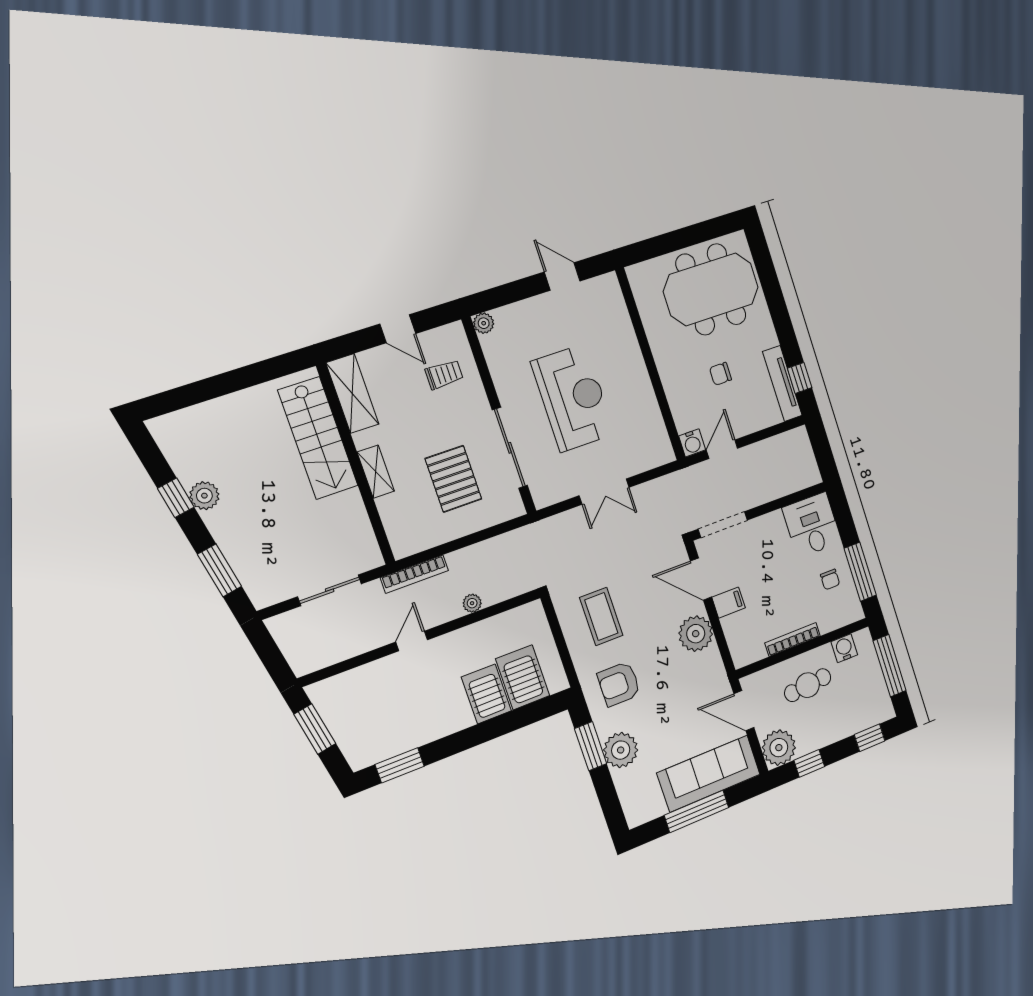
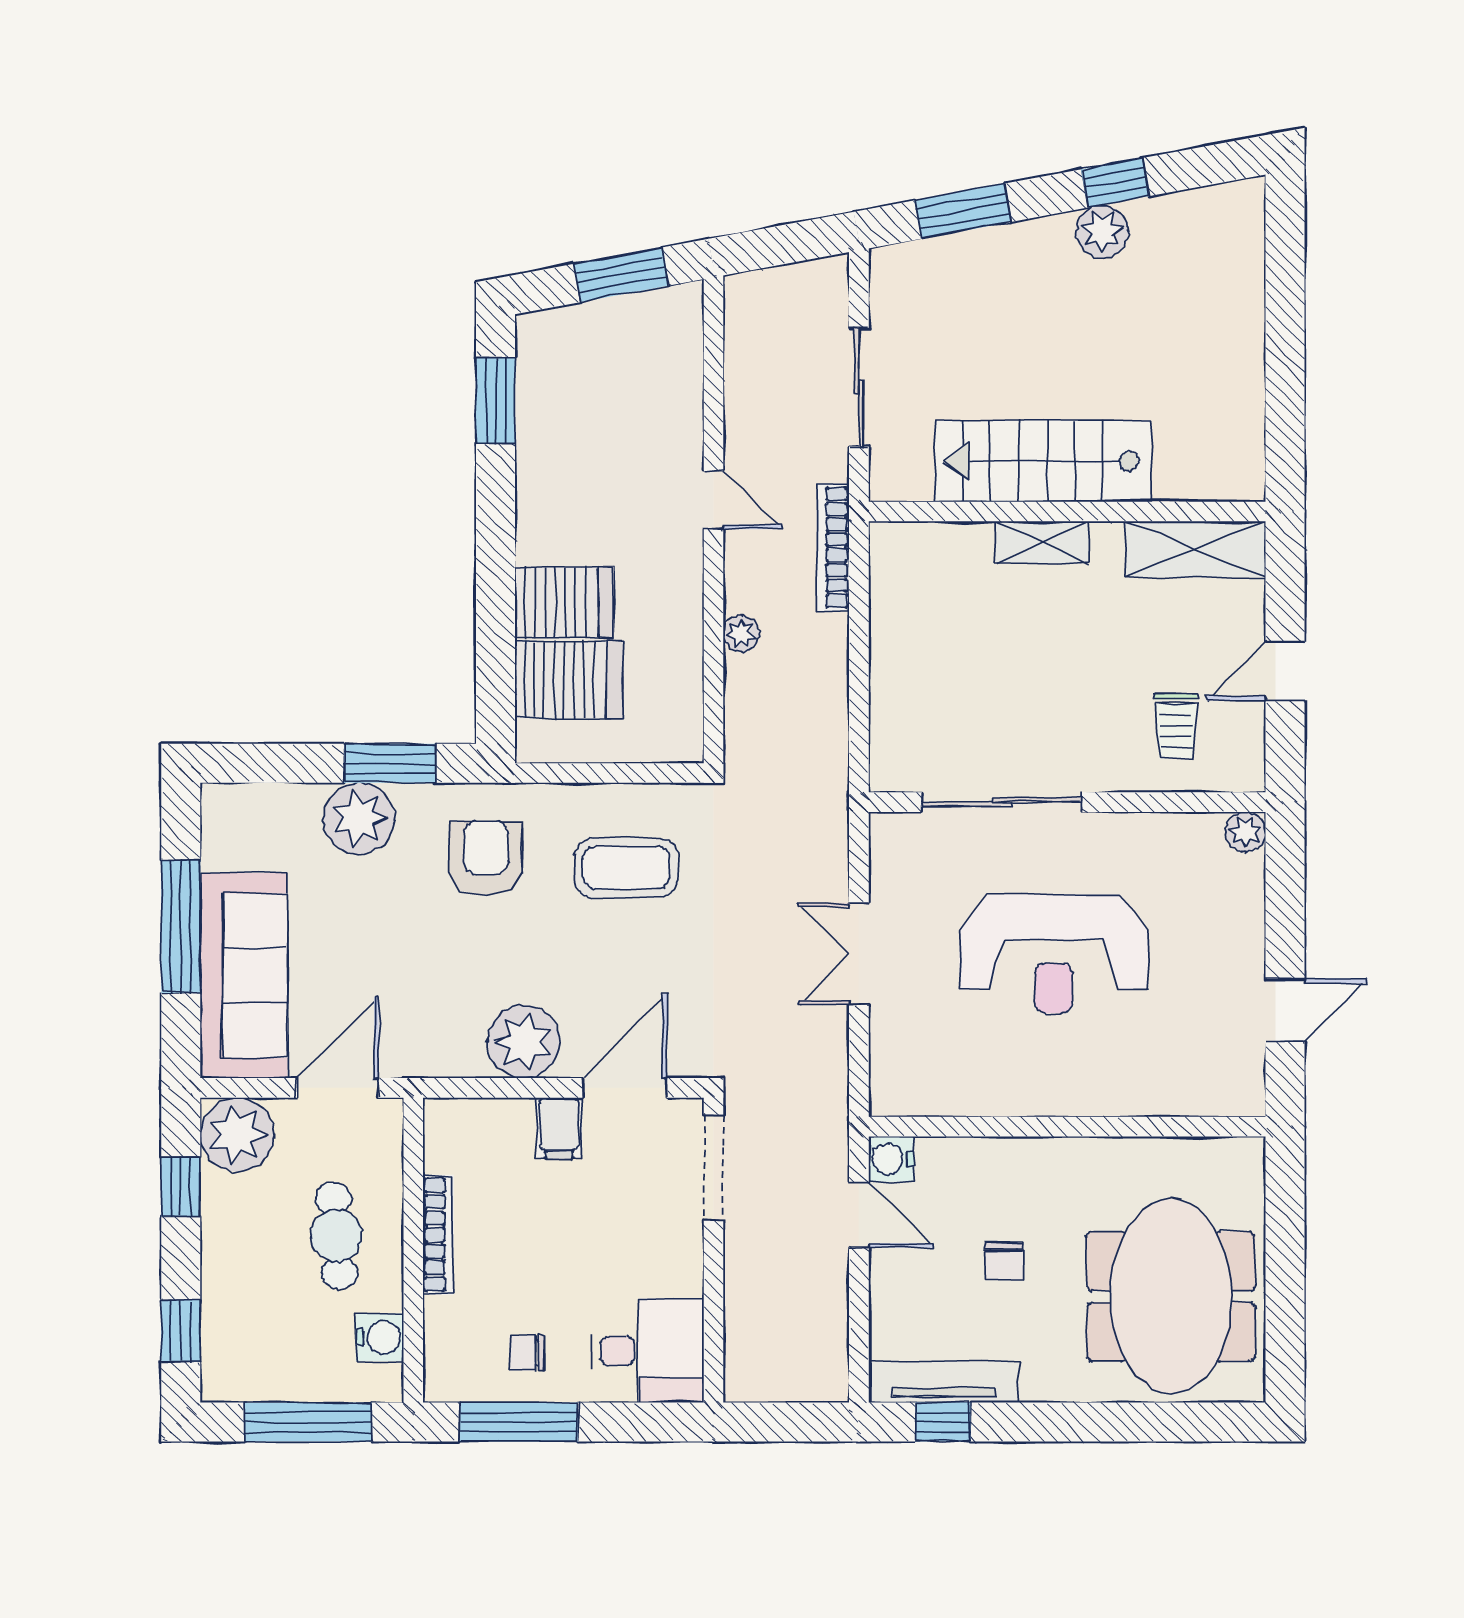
chair: (720, 374) -> (1004, 1261), turned 180
stairs: (318, 438) -> (1043, 461), moved
pallet: (453, 479) -> (981, 678), removed

